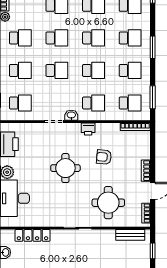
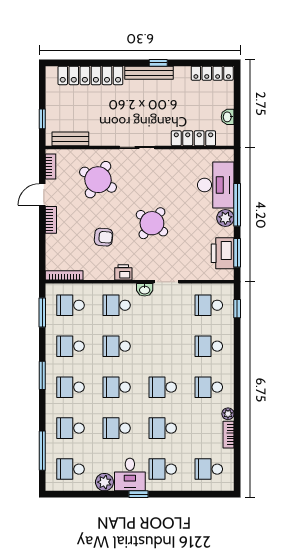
school desk: (57, 70) -> (163, 346), removed
round table: (65, 168) -> (152, 223), turned 37
round table: (108, 203) -> (98, 180), turned 30

